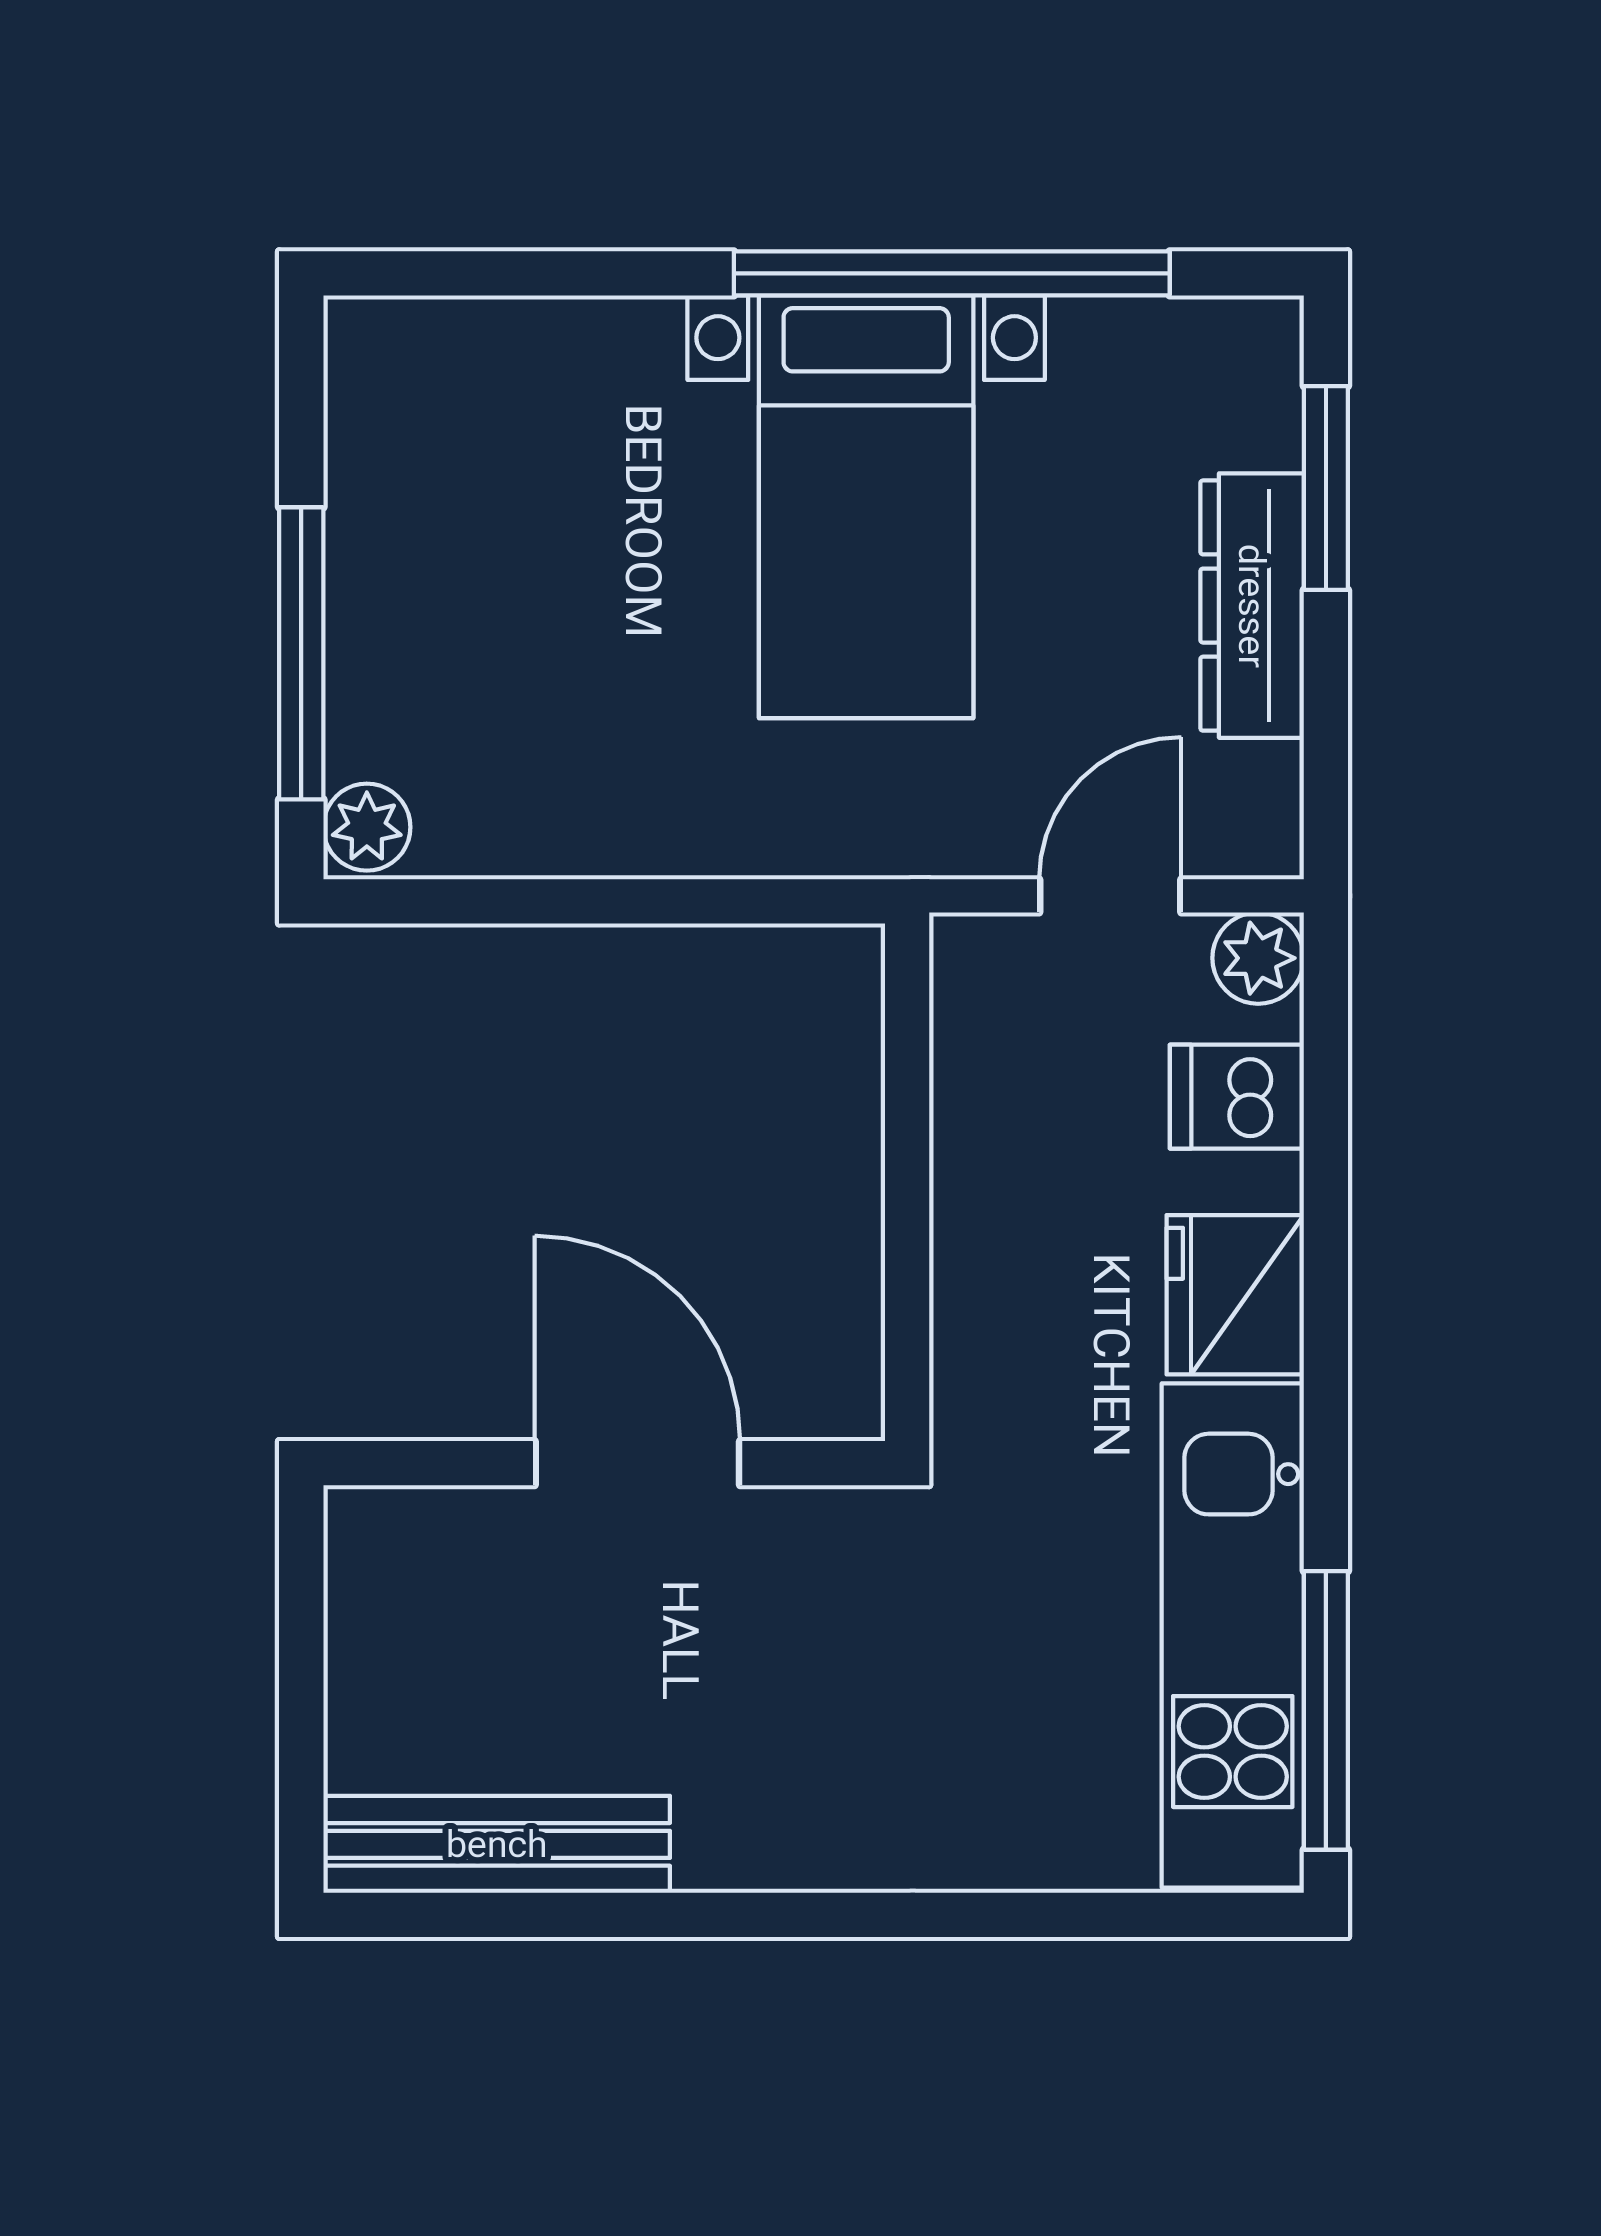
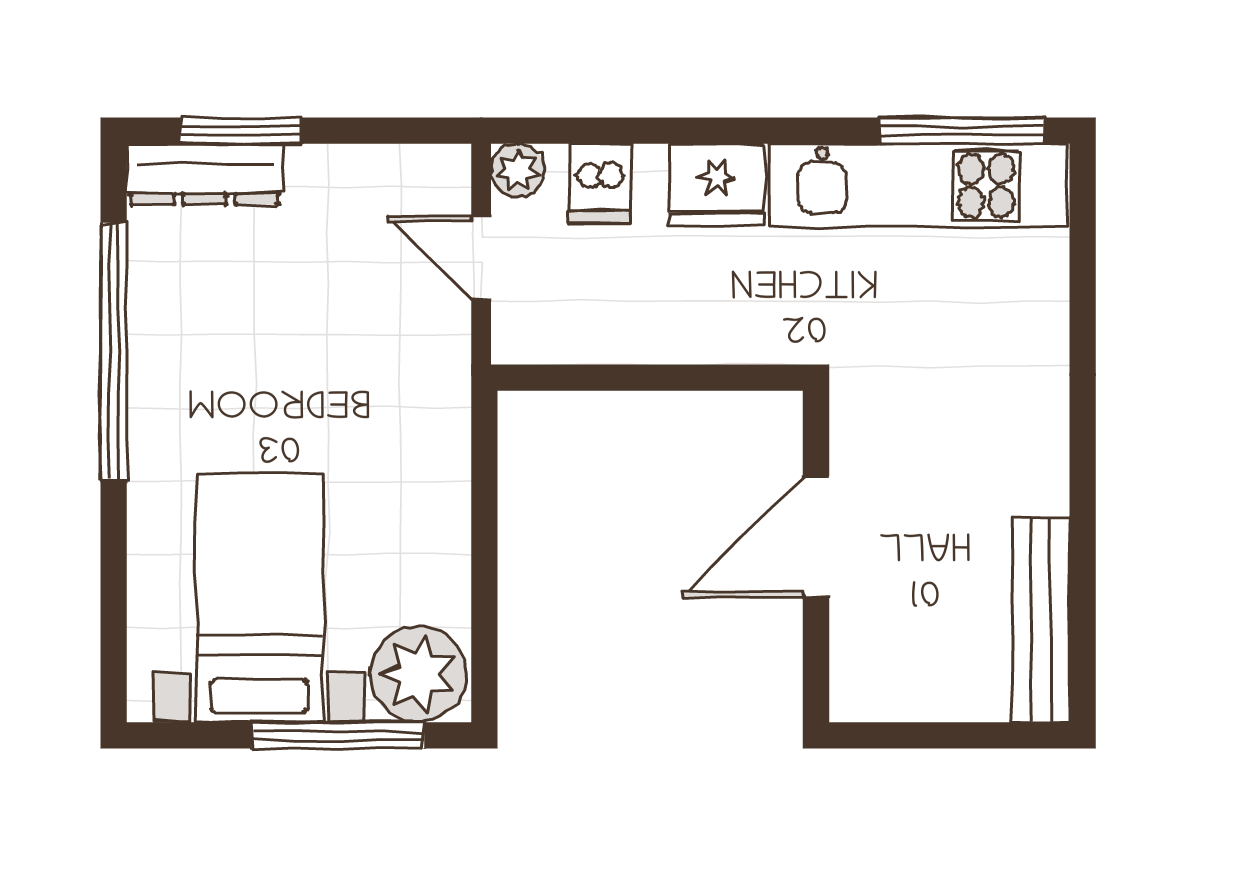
bed with nightstands: (866, 507) -> (259, 598), moved, turned -90
dresser: (1252, 606) -> (205, 174), moved
plant: (367, 827) -> (418, 674), width x1.87, depth x1.87

